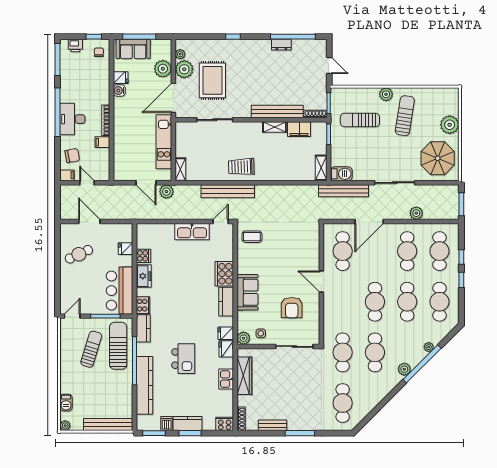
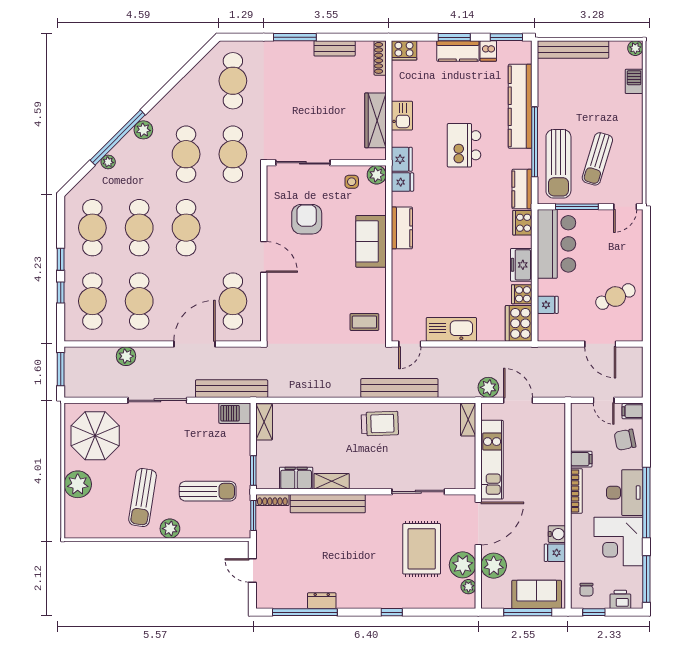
corner desk: (77, 85) -> (618, 541), added
cooker: (224, 274) -> (519, 323), moved, turned 180

